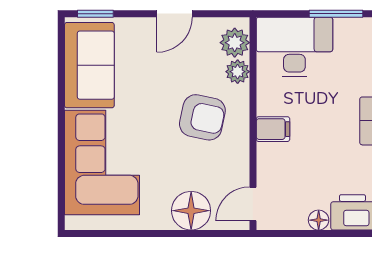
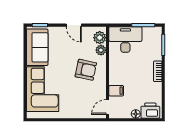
door: (174, 14) -> (74, 25), hinge flipped
filing cabinet: (273, 129) -> (116, 91), moved
floor lamp: (191, 211) -> (81, 110), removed

